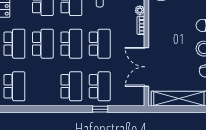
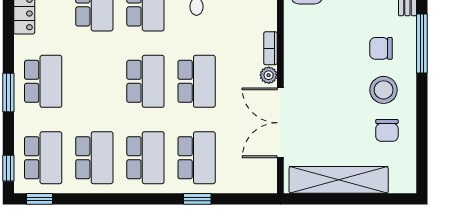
plant: (140, 10) -> (269, 75), moved
school desk: (43, 44) -> (94, 158), moved
window: (12, 109) -> (39, 199), added

